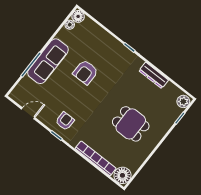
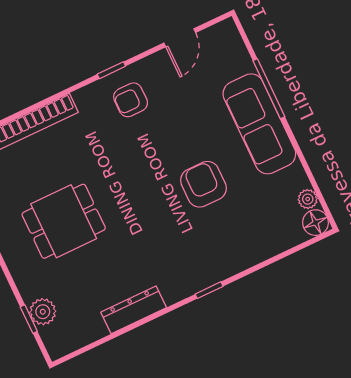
plant: (183, 101) -> (43, 312), moved
armchair: (65, 121) -> (131, 100), turned 90

